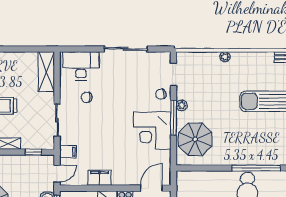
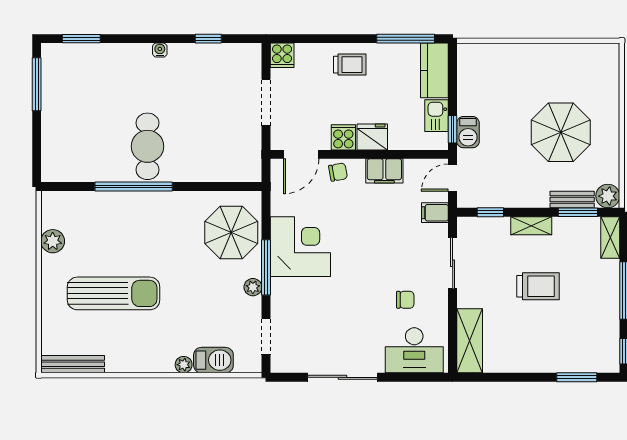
barbecue: (206, 60) -> (213, 360), added
chair: (161, 94) -> (338, 172), moved

